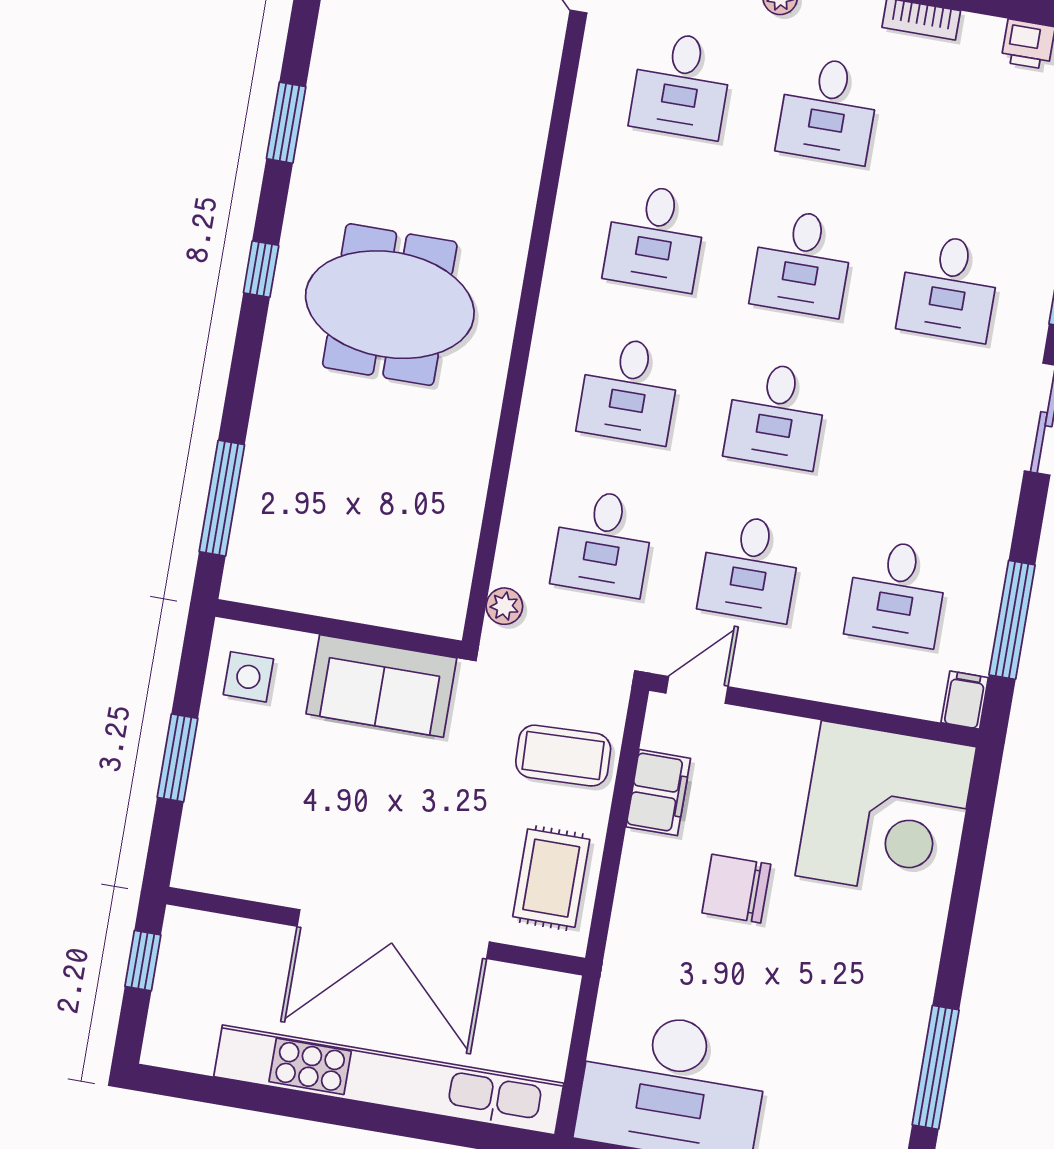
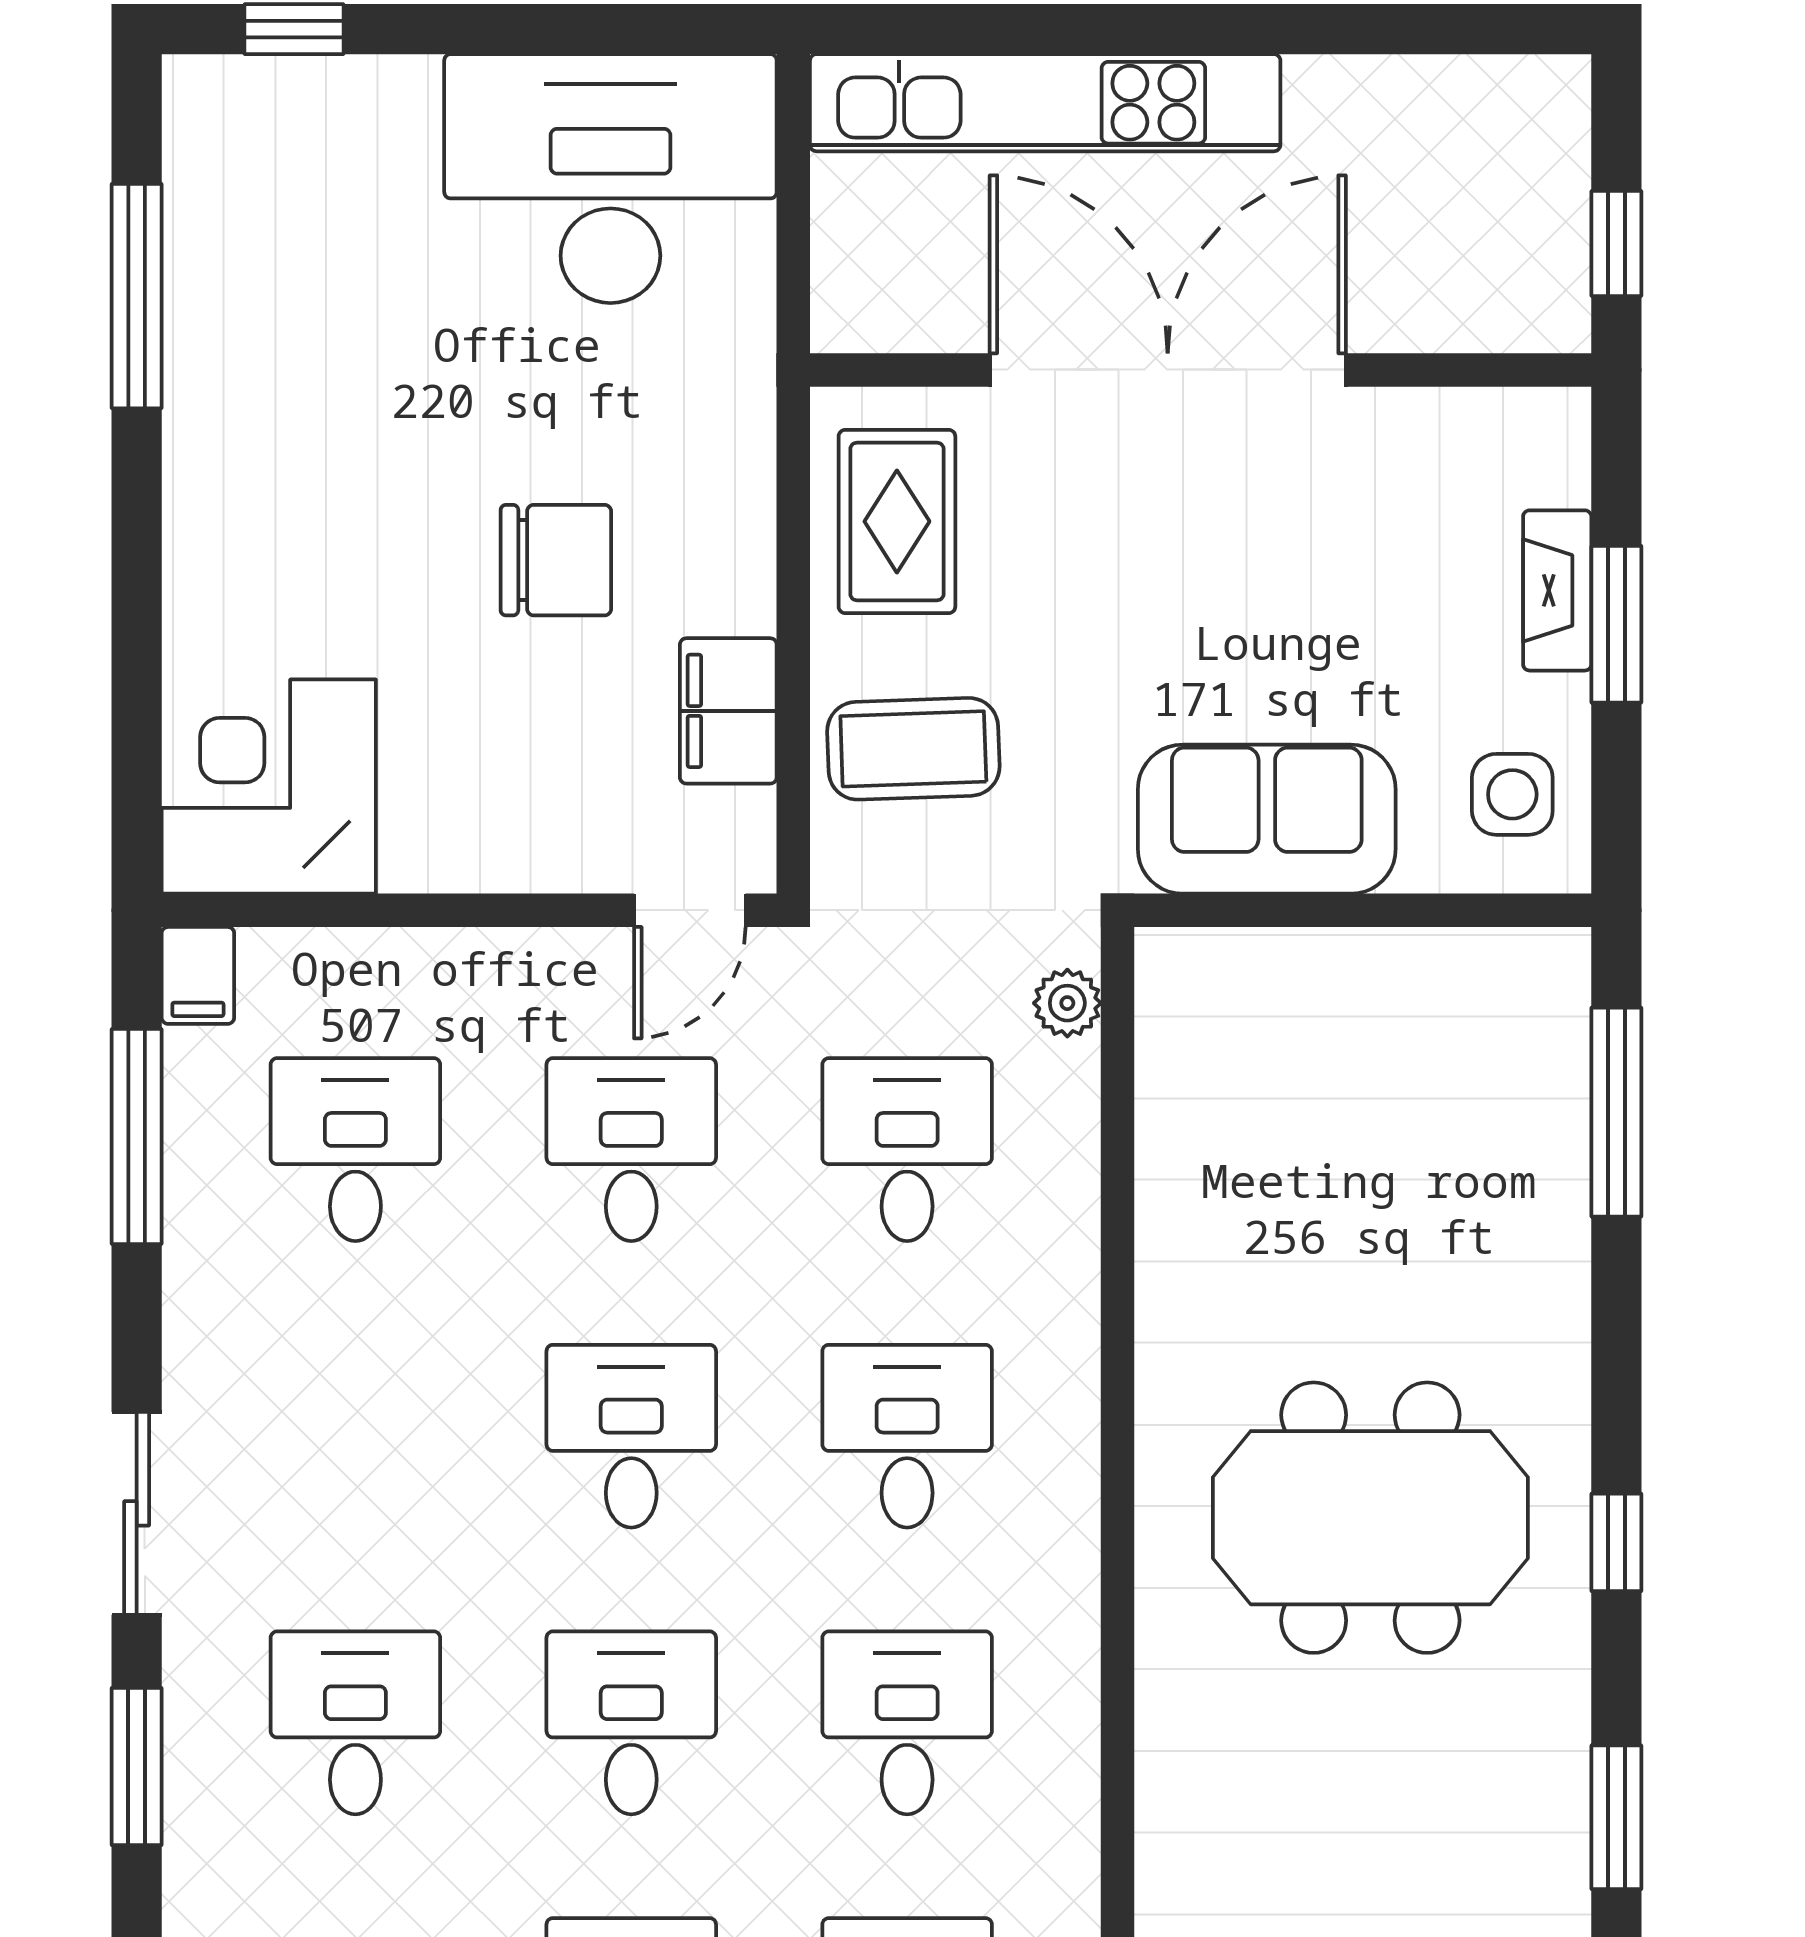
fireplace: (206, 781) -> (1557, 590), added
corner desk: (886, 811) -> (269, 787), width x0.74, depth x0.74
kitchen unit: (389, 1080) -> (1045, 103), width x0.73

